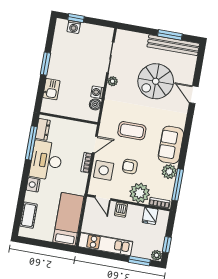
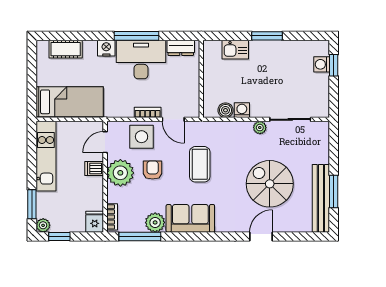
window: (31, 143) -> (137, 36), moved
plant: (140, 193) -> (120, 173), moved
fridge: (150, 216) -> (95, 222), moved, turned 90

